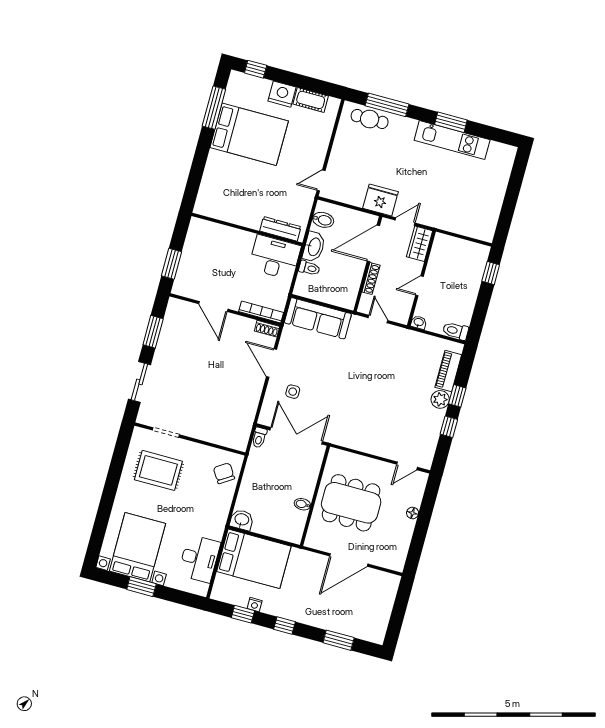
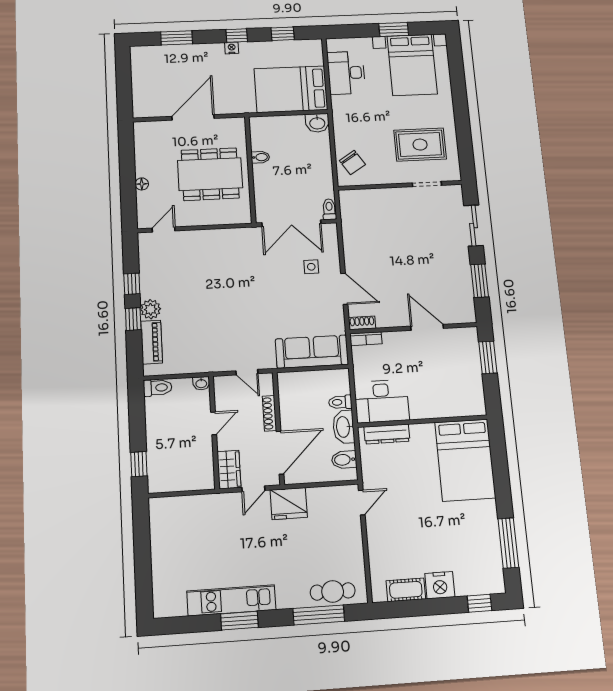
bed: (249, 134) -> (465, 460), moved, turned -90
bookcase: (261, 312) -> (366, 339), width x0.64
nightstand: (255, 605) -> (232, 48), moved

